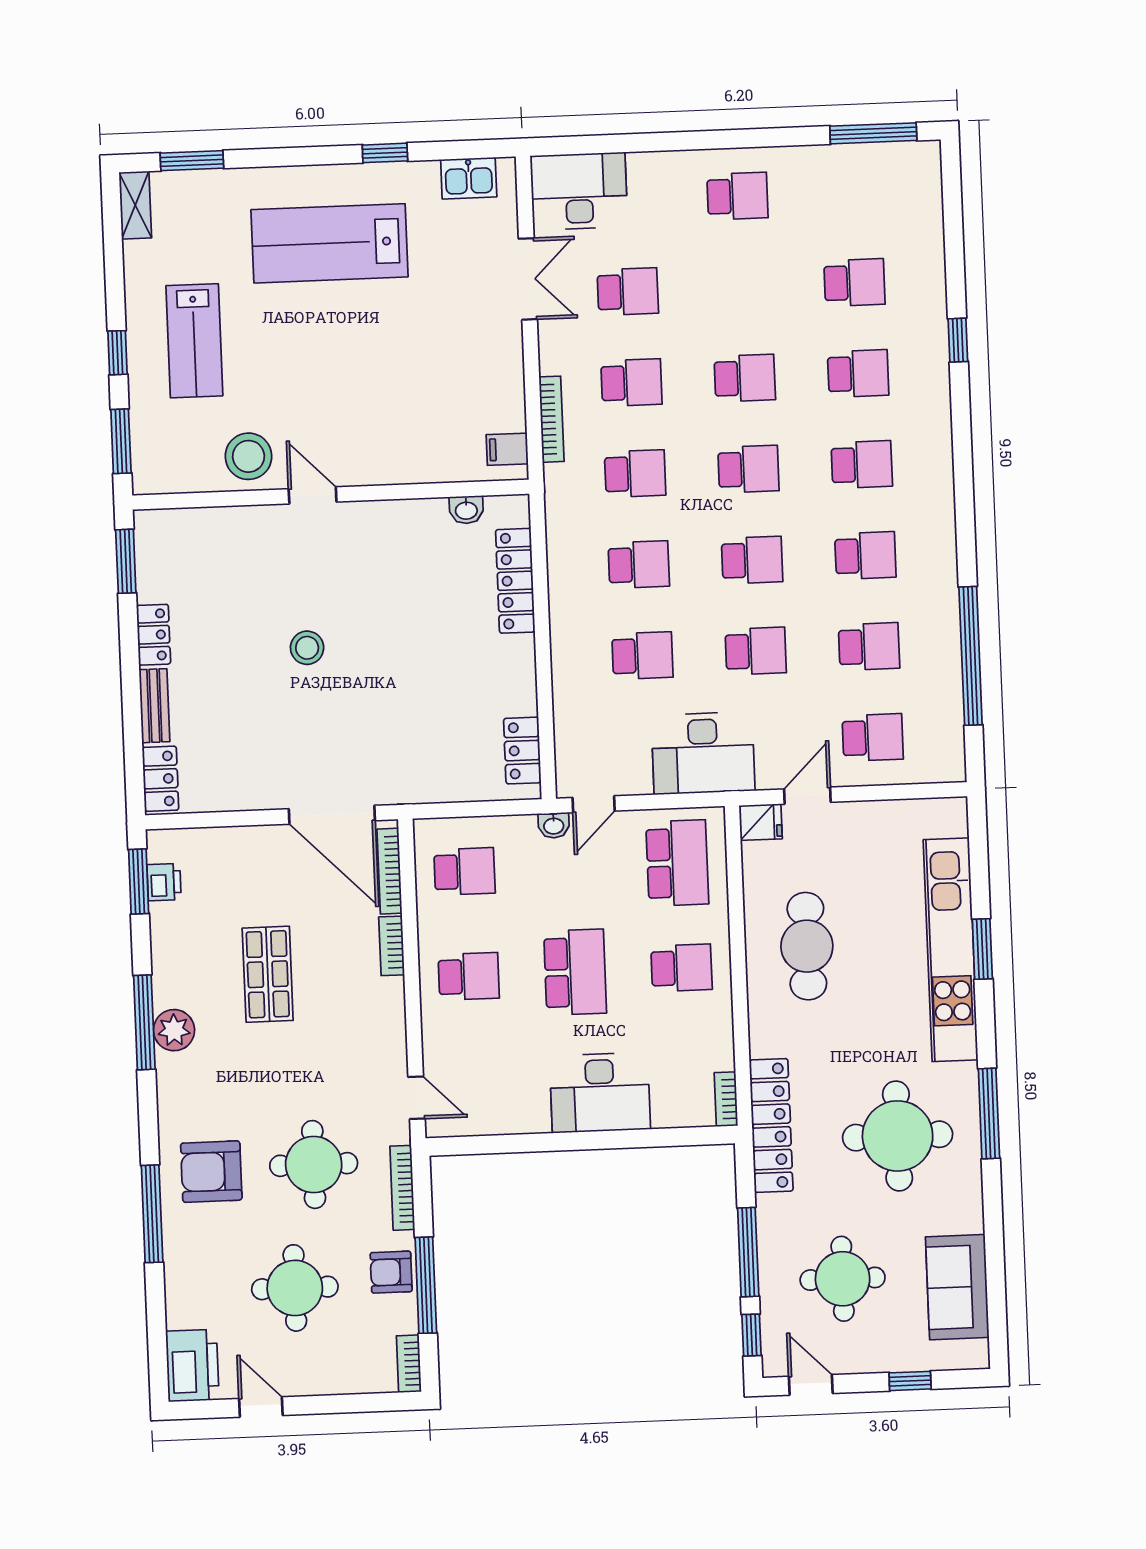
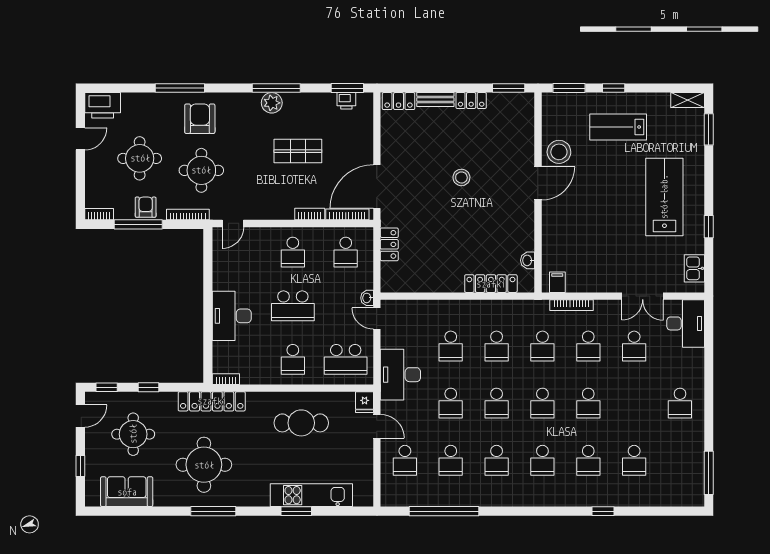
door: (313, 495) -> (538, 183), width x1.38
locker: (522, 751) -> (389, 244), moved, turned 90
kitchen unit: (951, 950) -> (311, 495), width x0.73
window: (748, 1252) -> (148, 387), width x0.46

